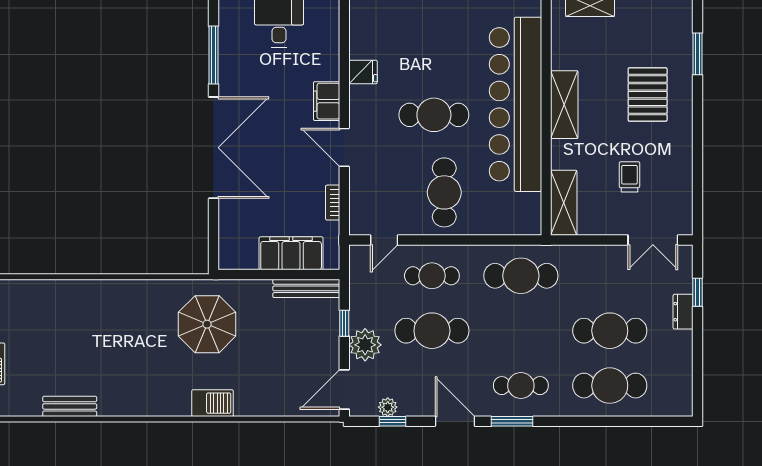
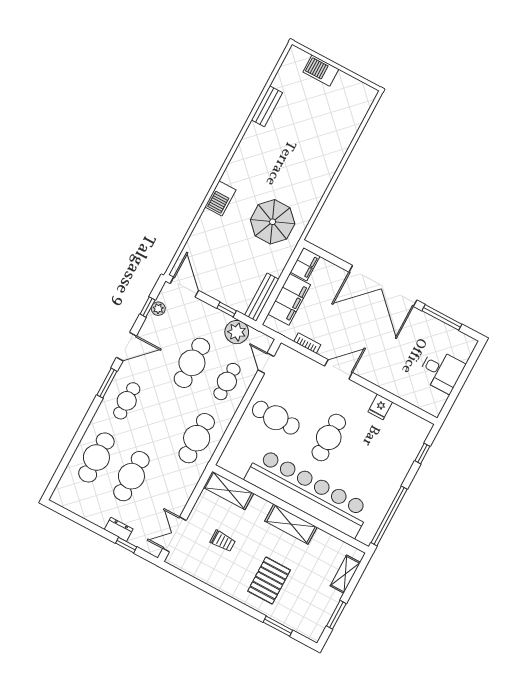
pallet: (648, 95) -> (269, 581), turned 90
filing cabinet: (327, 101) -> (305, 264), moved, turned 90
plant: (365, 345) -> (237, 332), moved

